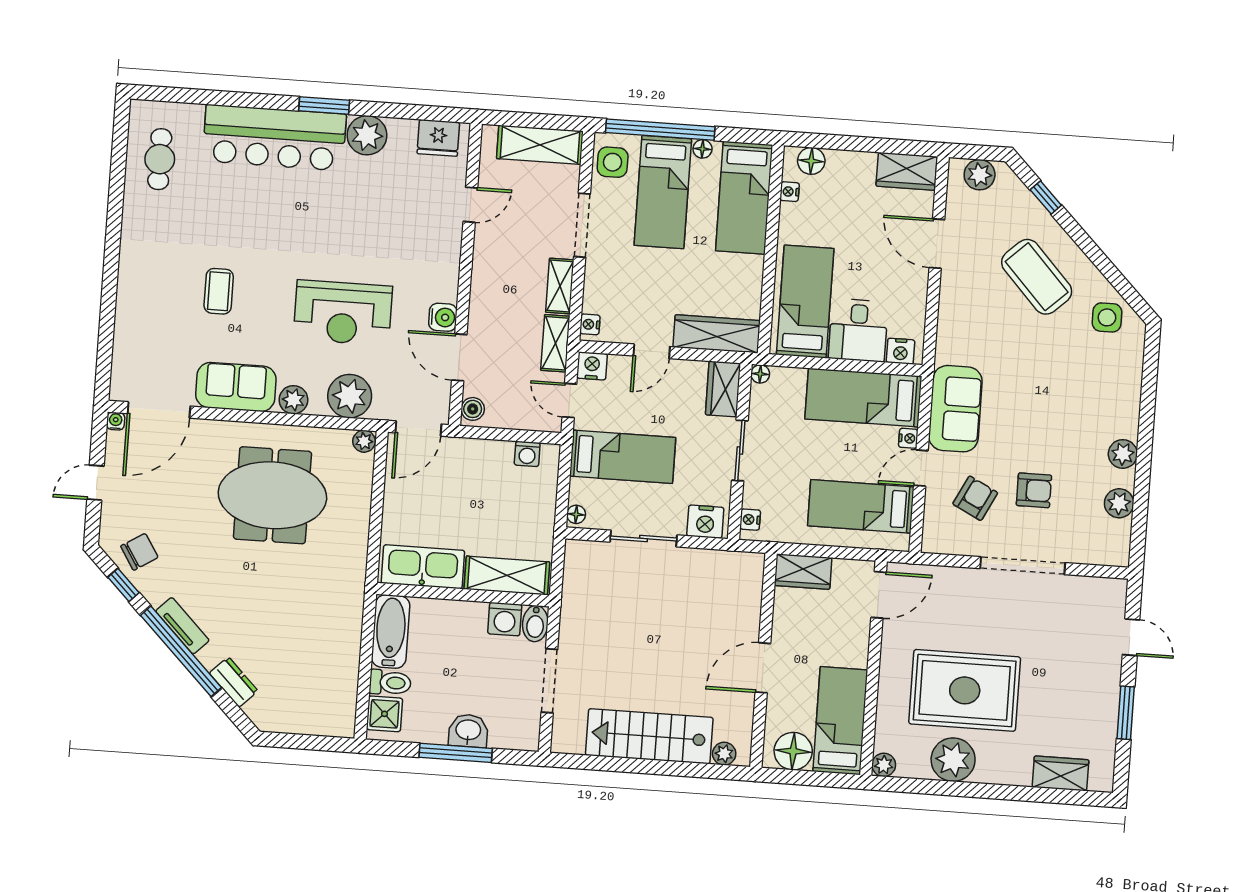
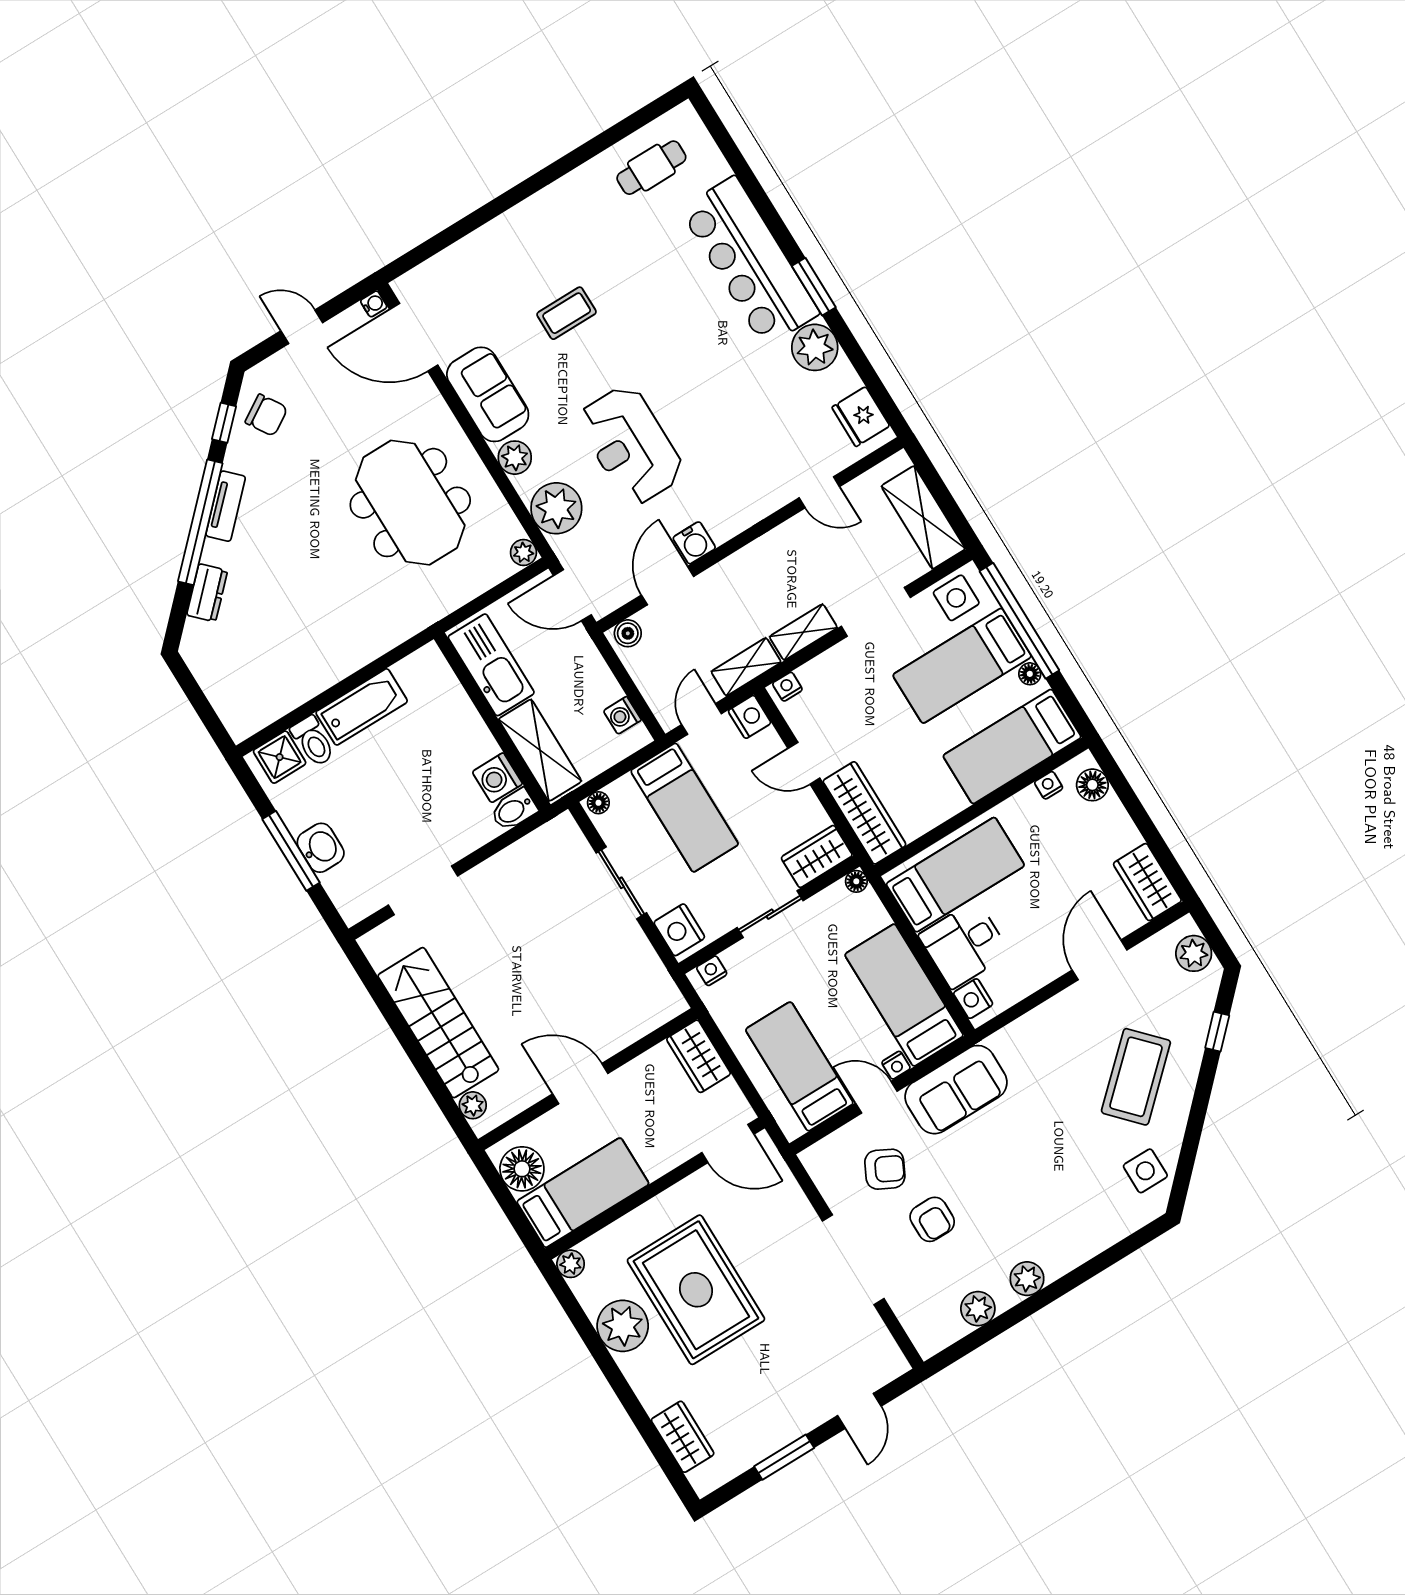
kitchen sink: (423, 567) -> (491, 665), moved
shelving: (507, 575) -> (540, 750), moved
wall: (463, 595) -> (492, 722), moved
washing machine: (505, 619) -> (497, 778), moved
bidet: (535, 624) -> (514, 810), moved

